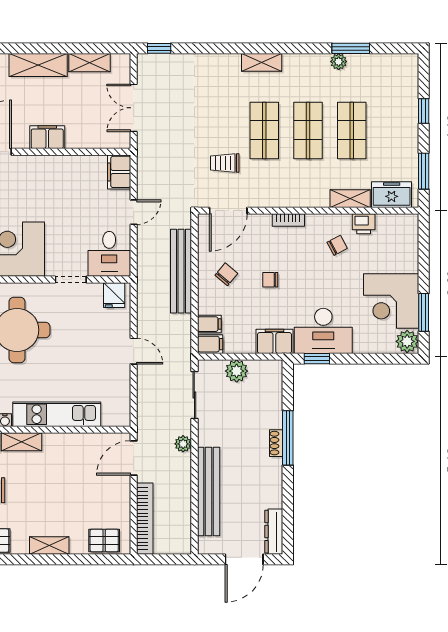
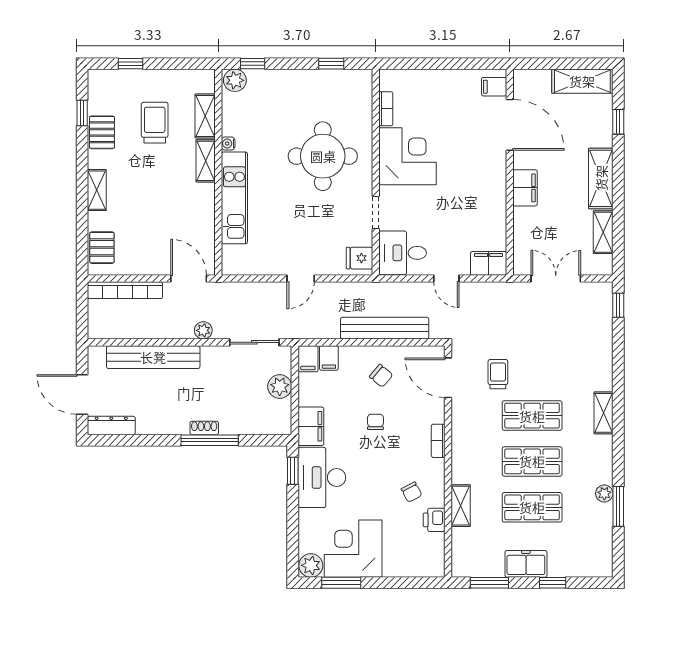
freezer: (392, 195) -> (526, 564), moved, turned -90

